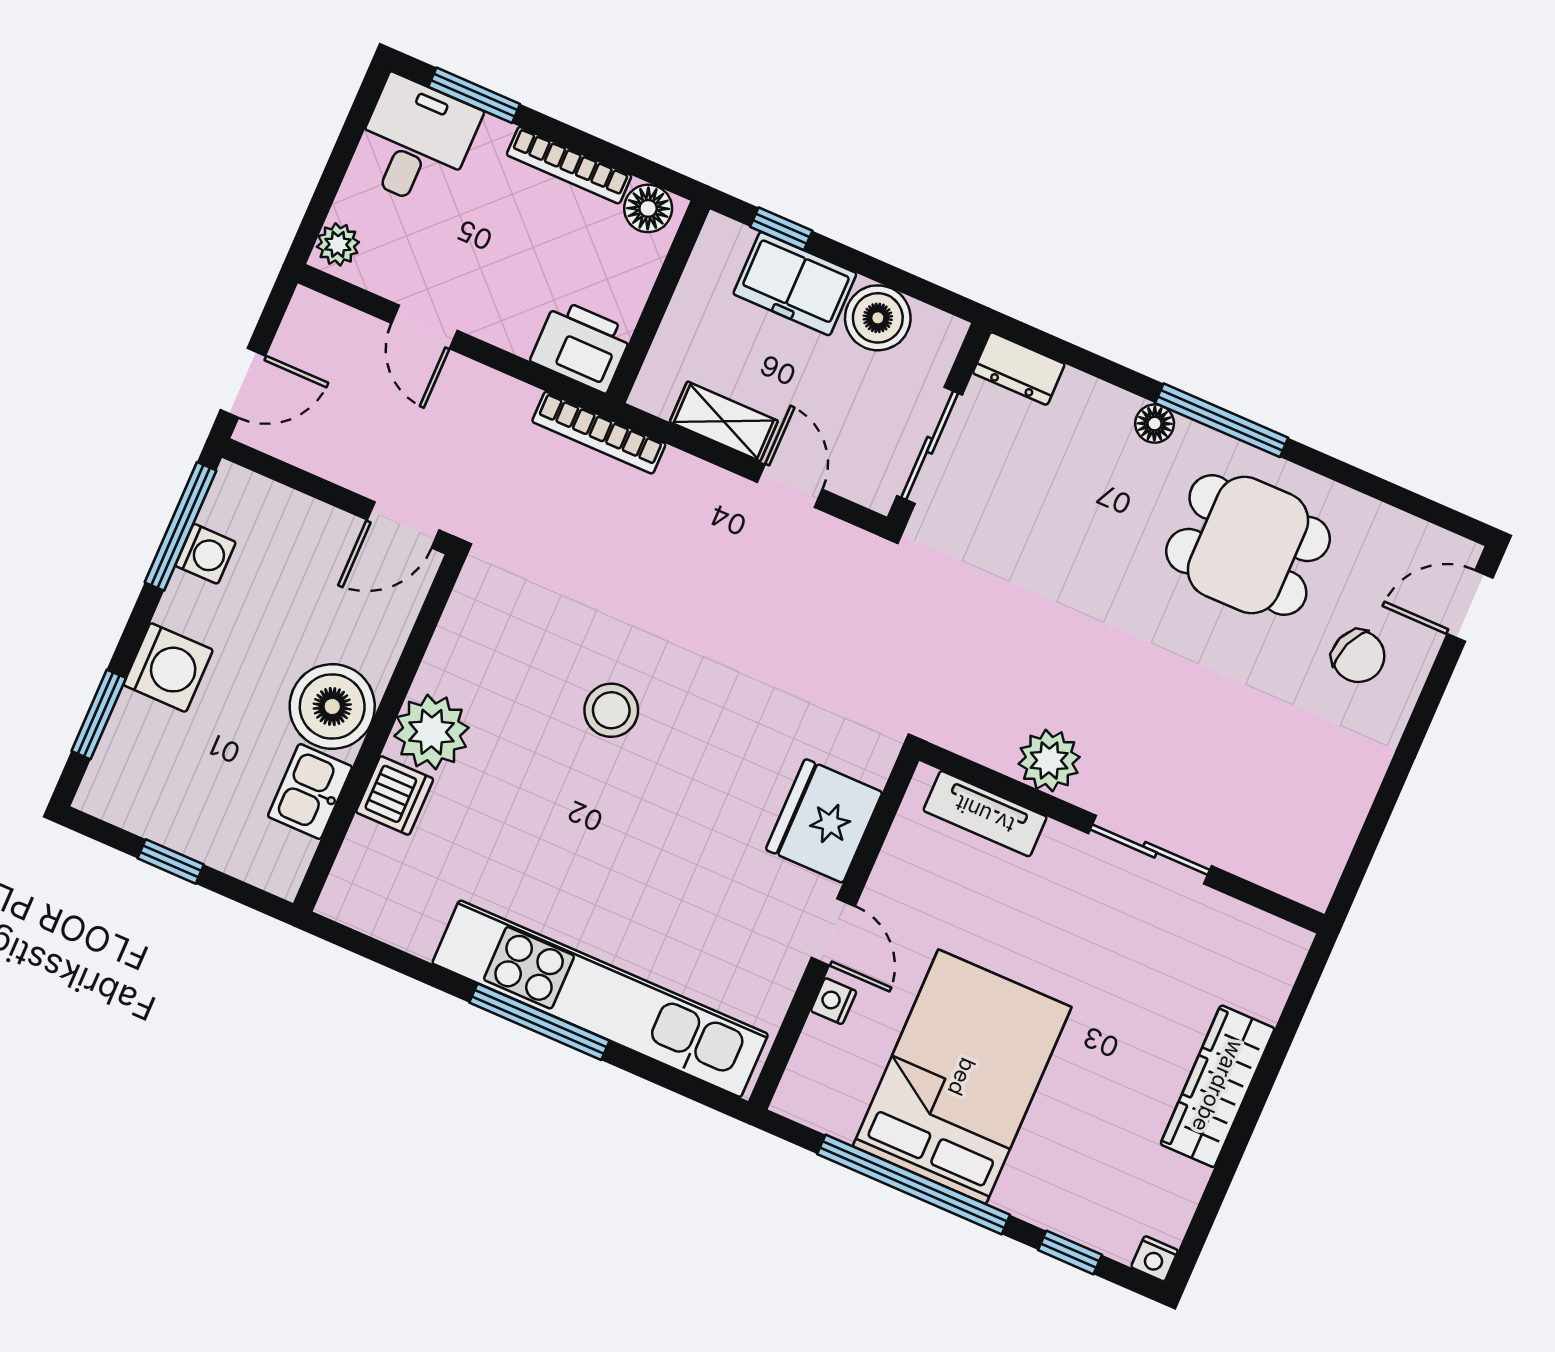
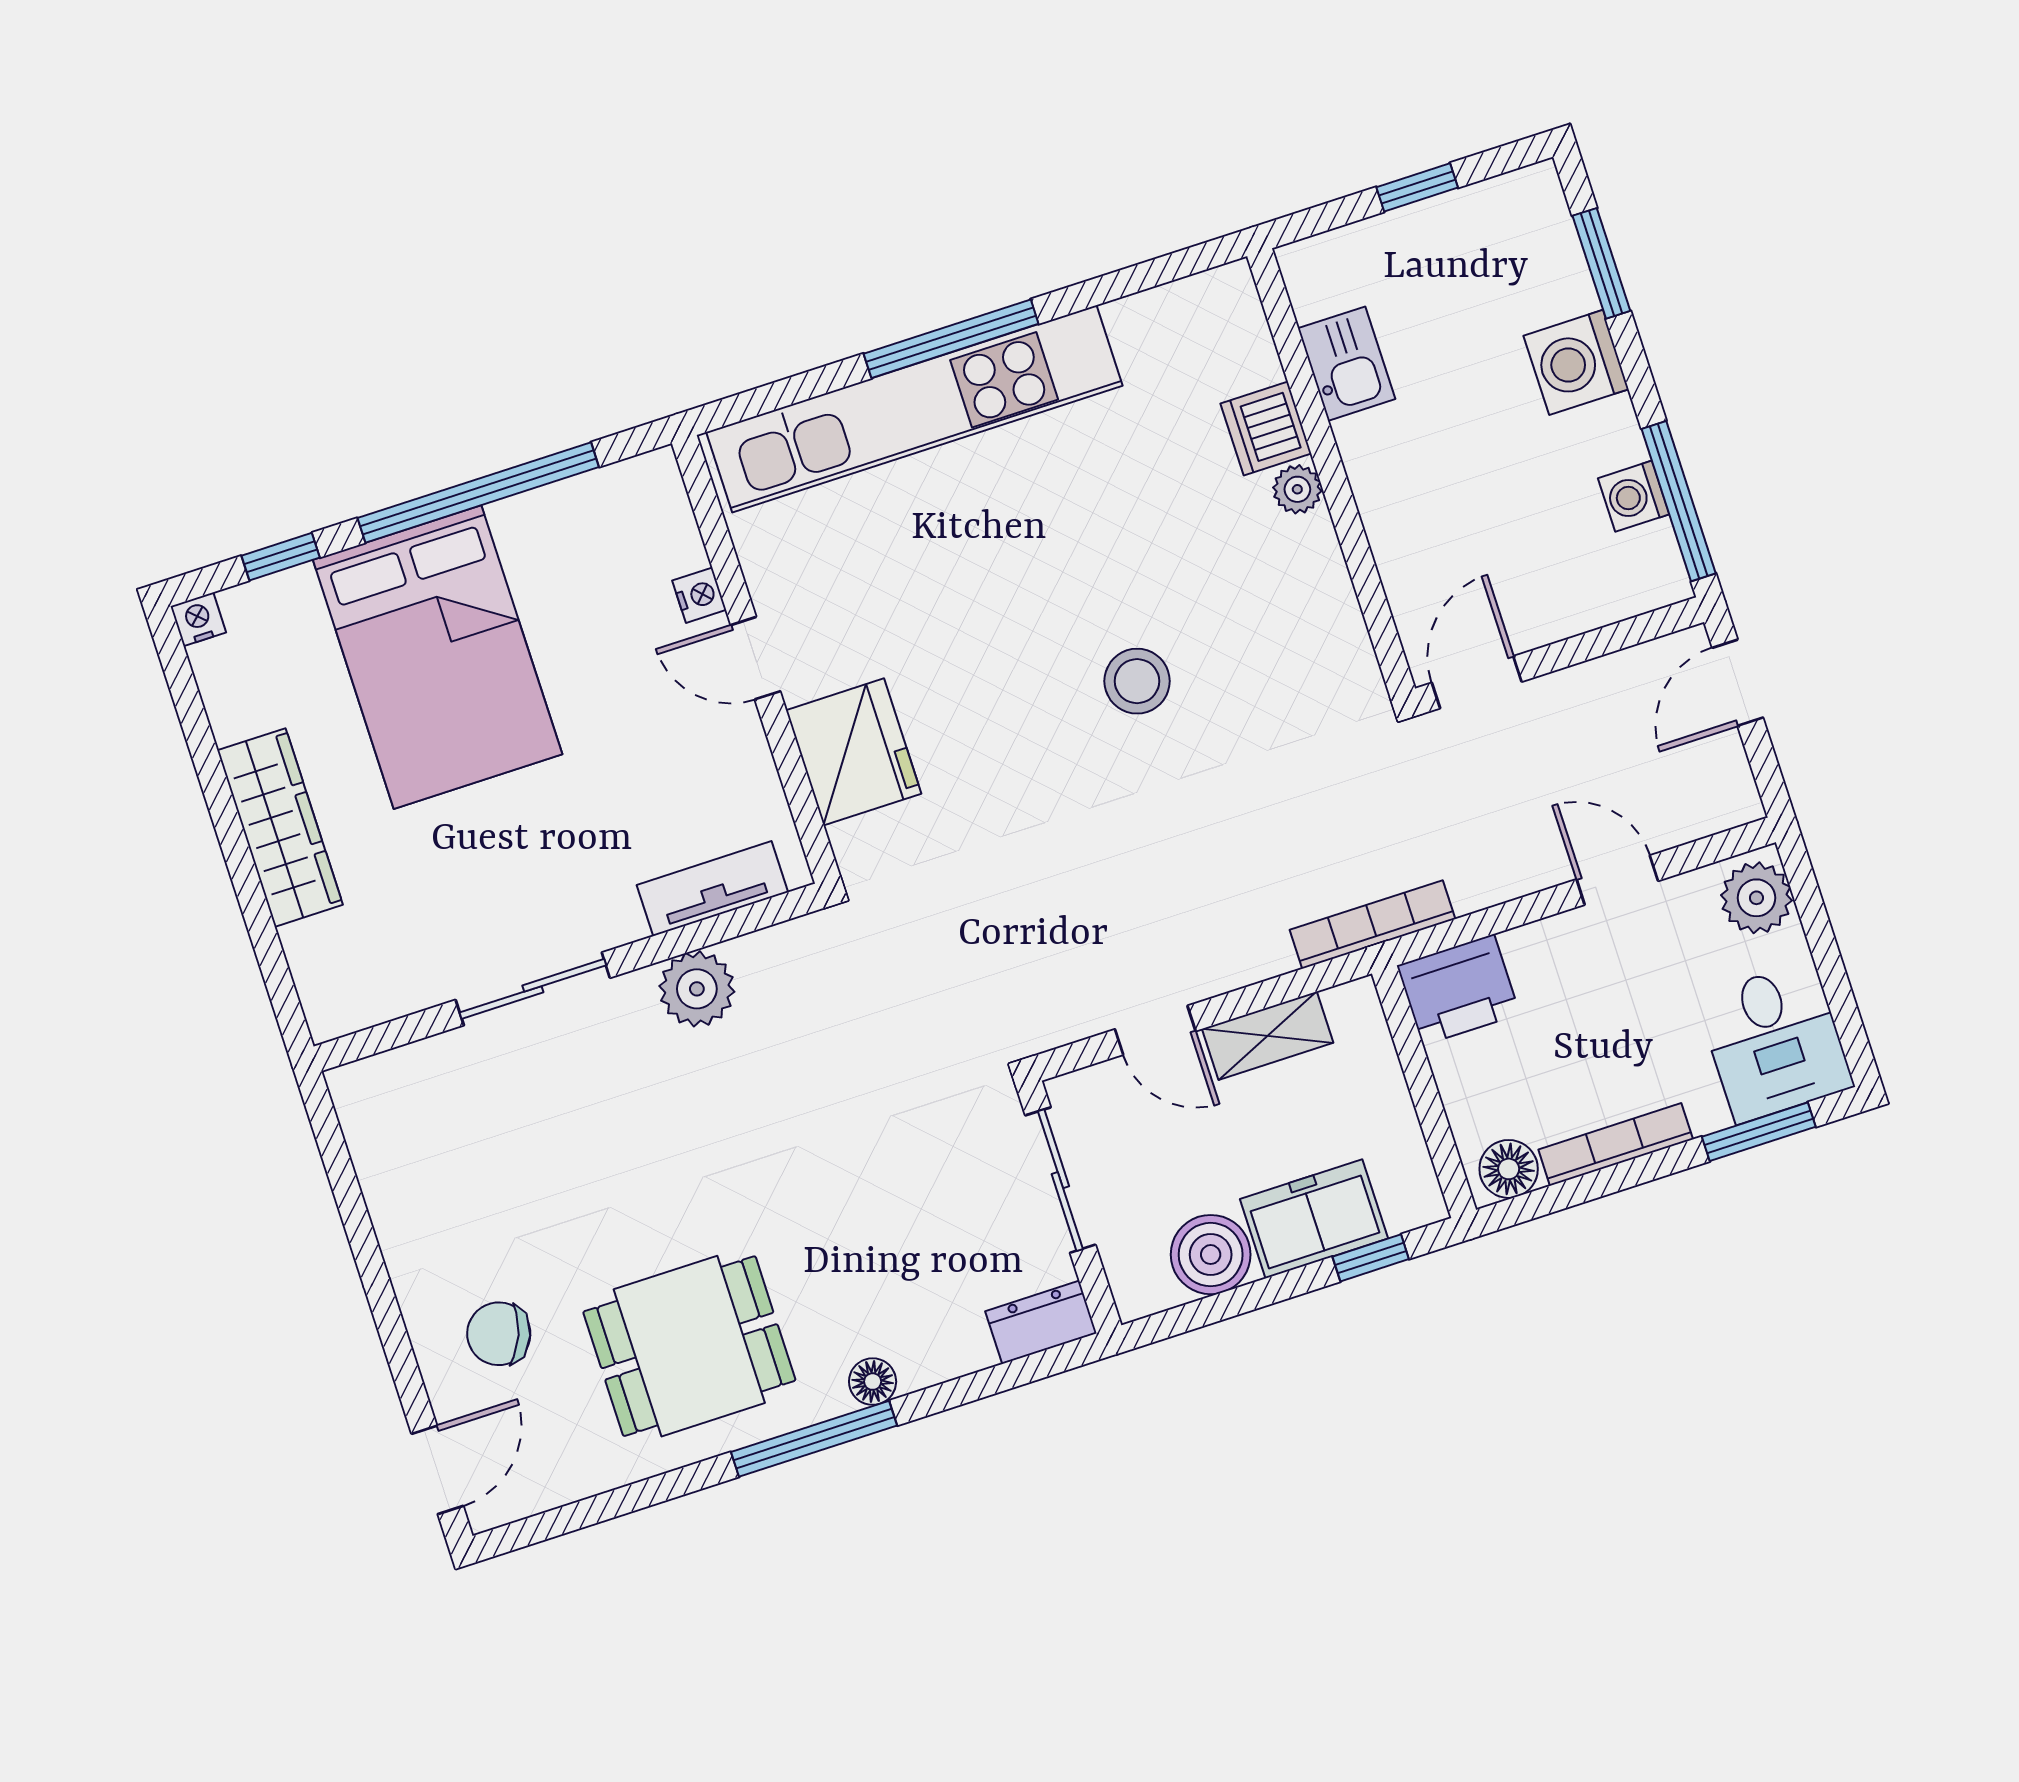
plant: (338, 244) -> (1756, 898), width x1.38, depth x1.38
boiler: (332, 706) -> (1395, 459), removed
plant: (432, 732) -> (1297, 489), width x0.53, depth x0.53
bed: (962, 1077) -> (438, 657), moved

